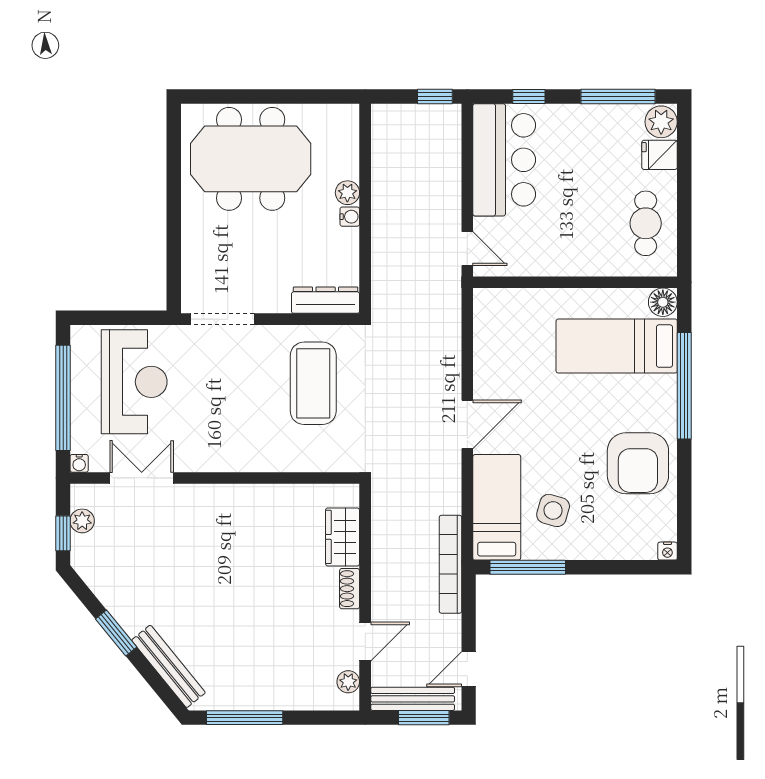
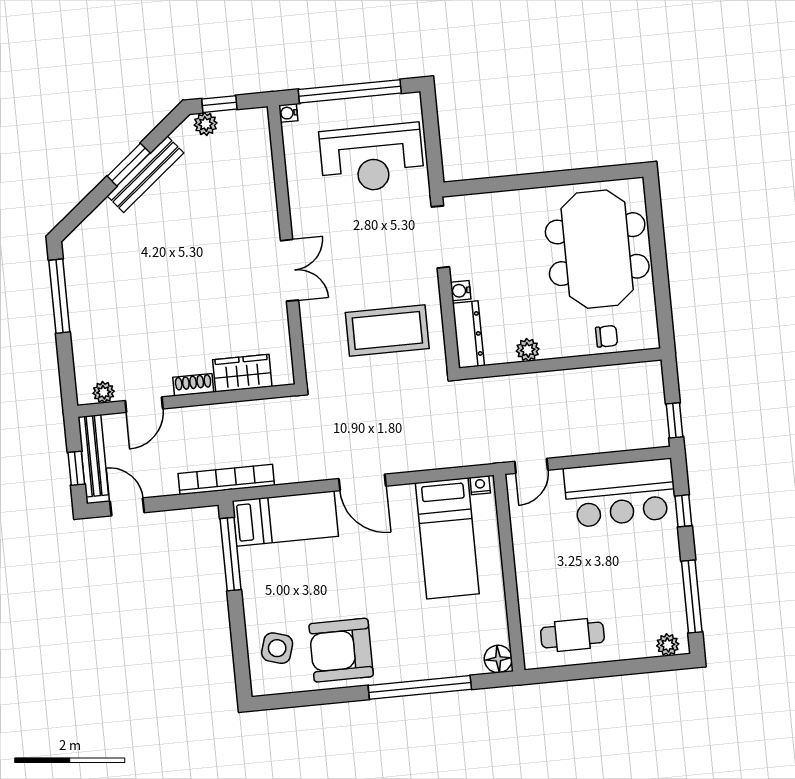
plant: (661, 122) -> (668, 645), width x0.73, depth x0.73
fridge: (660, 155) -> (640, 642), removed
chair: (341, 158) -> (607, 336), added
plant: (347, 193) -> (528, 350), moved
water cooler: (350, 217) -> (461, 291), moved, turned 90
bed: (617, 346) -> (447, 538), moved, turned 180
double door: (142, 478) -> (289, 270), moved
side table: (553, 510) -> (277, 648), moved
plant: (82, 521) -> (206, 124), moved
nightstand: (667, 551) -> (480, 485), moved, turned 90
door: (365, 641) -> (144, 405), hinge flipped
bench: (168, 666) -> (145, 174), moved
window: (424, 718) -> (76, 468), width x0.67

